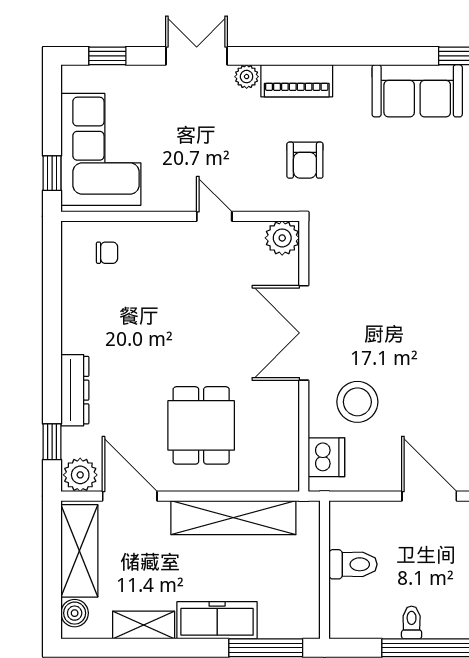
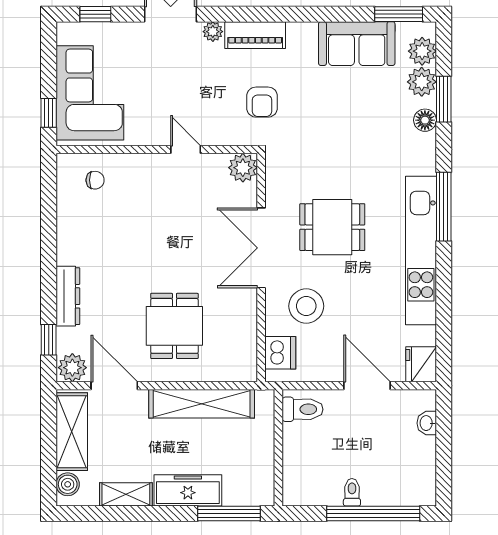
dining table: (388, 308) -> (332, 227), added
toilet: (353, 564) -> (303, 409), moved

